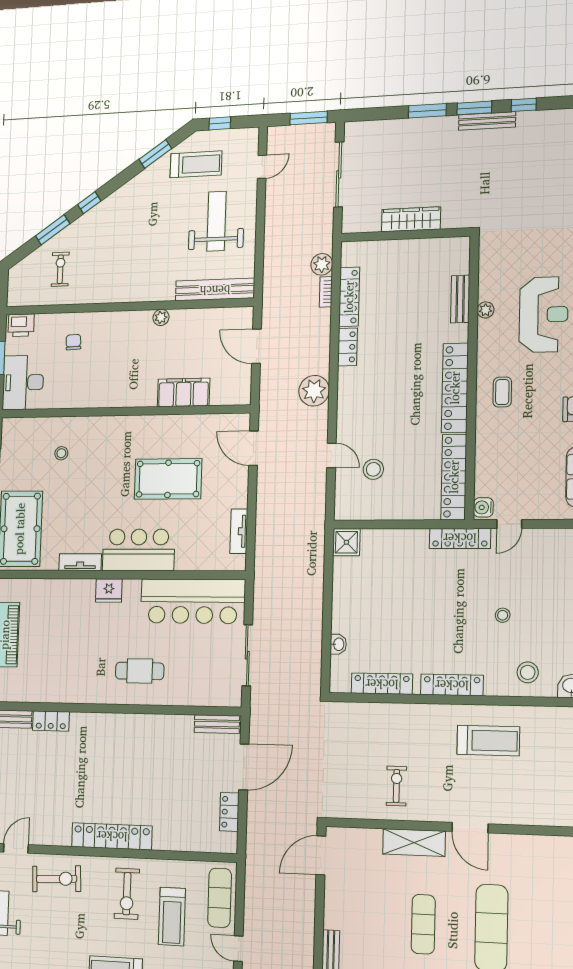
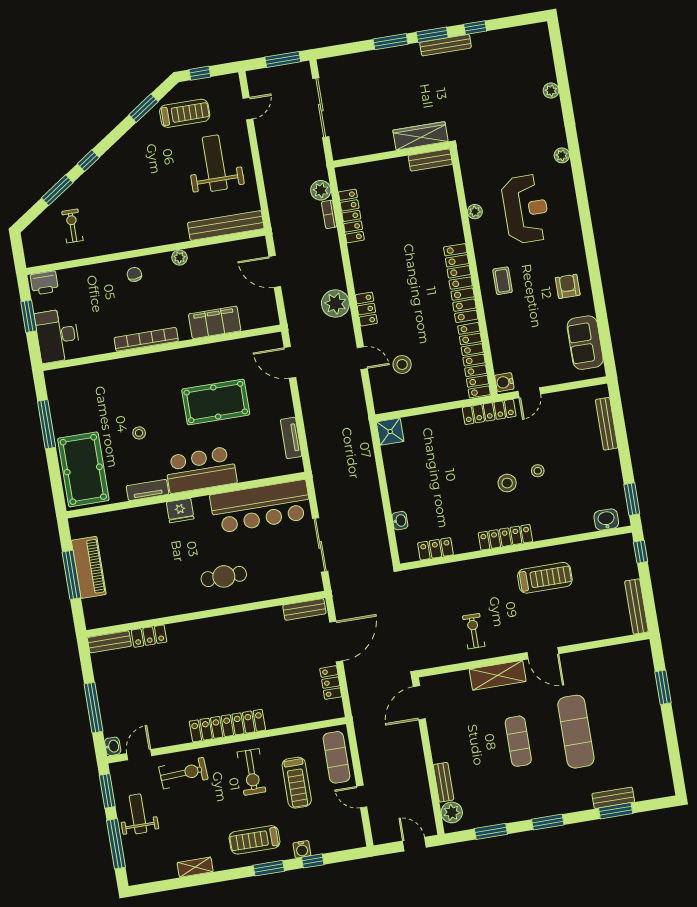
wardrobe: (411, 219) -> (420, 136), moved
bench: (460, 299) -> (430, 160), moved, turned 90
chair: (73, 342) -> (134, 274), moved
locker: (348, 347) -> (366, 309), moved
bookcase: (110, 400) -> (146, 339), added
stool: (61, 453) -> (139, 433), moved
stool: (528, 672) -> (507, 483), moved
locker: (382, 684) -> (435, 549), width x0.66

